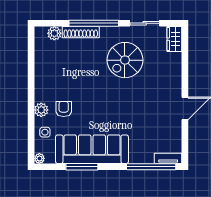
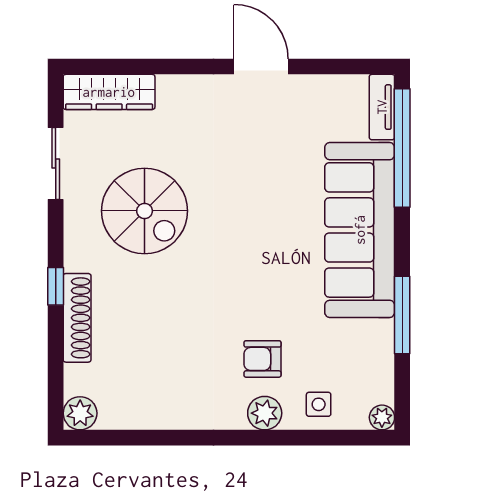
window: (94, 23) -> (56, 286), width x0.32
plant: (54, 33) -> (80, 413), moved
wardrobe: (174, 39) -> (109, 92), width x1.50
sofa: (92, 149) -> (360, 230), moved

